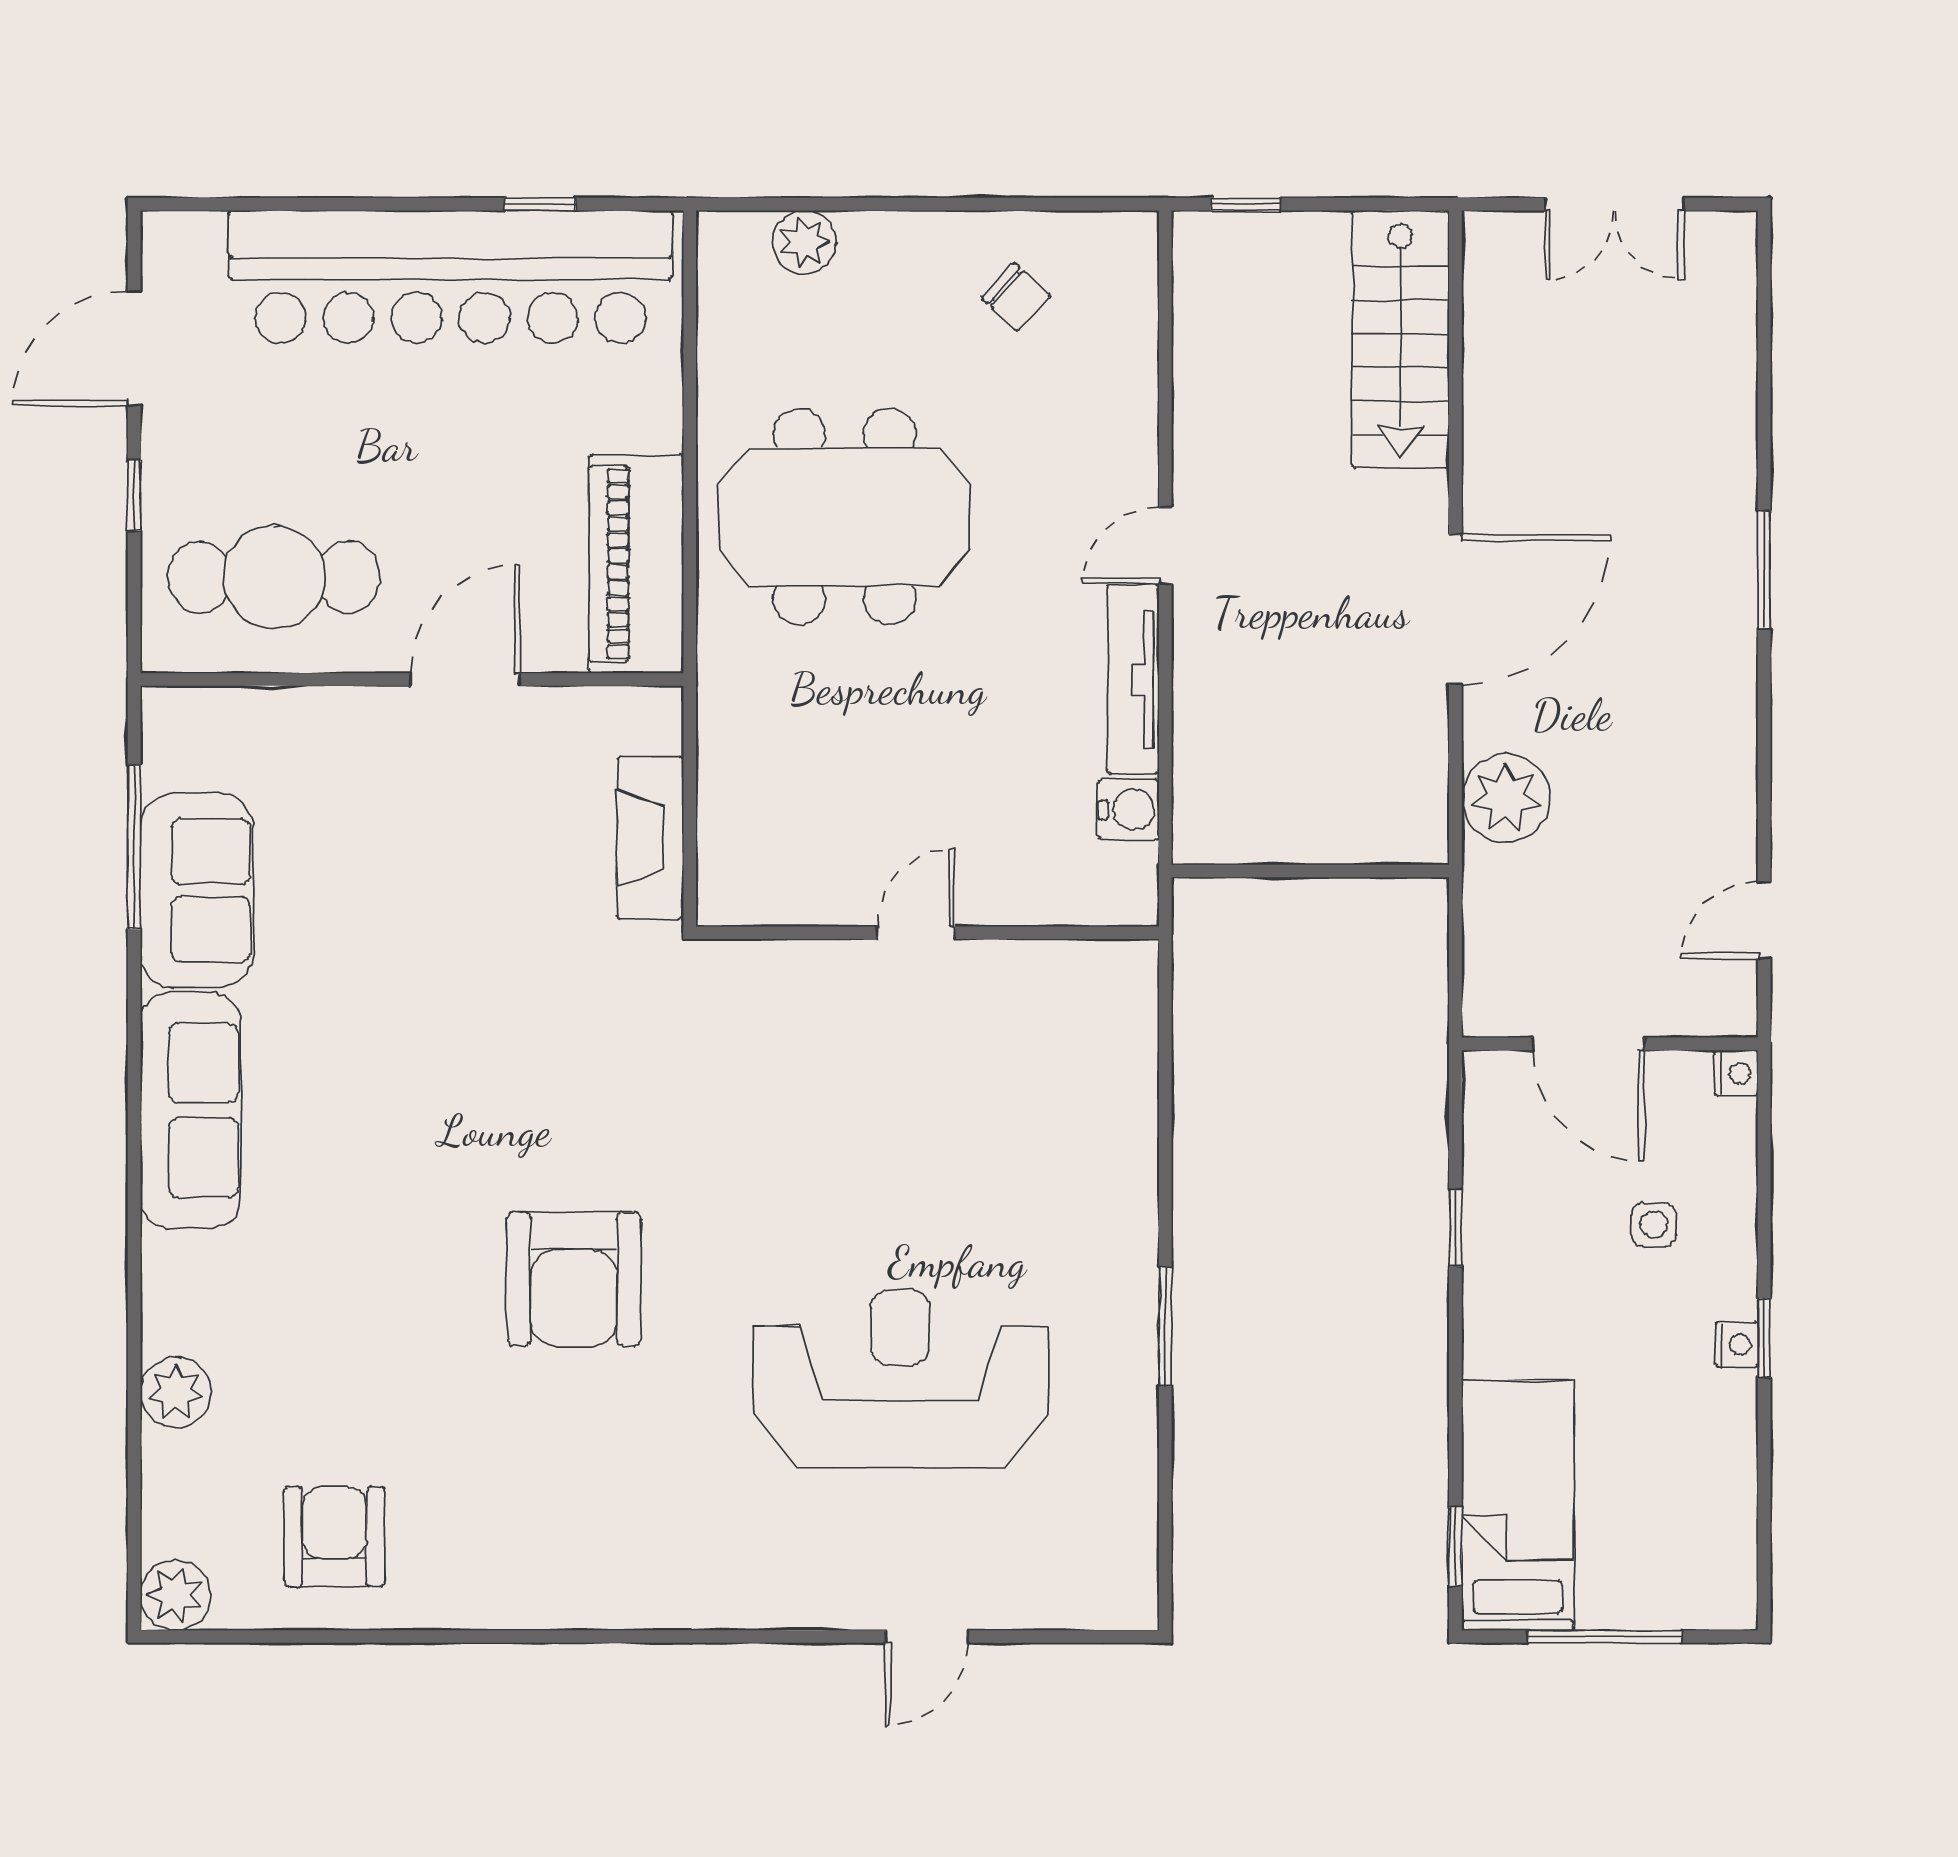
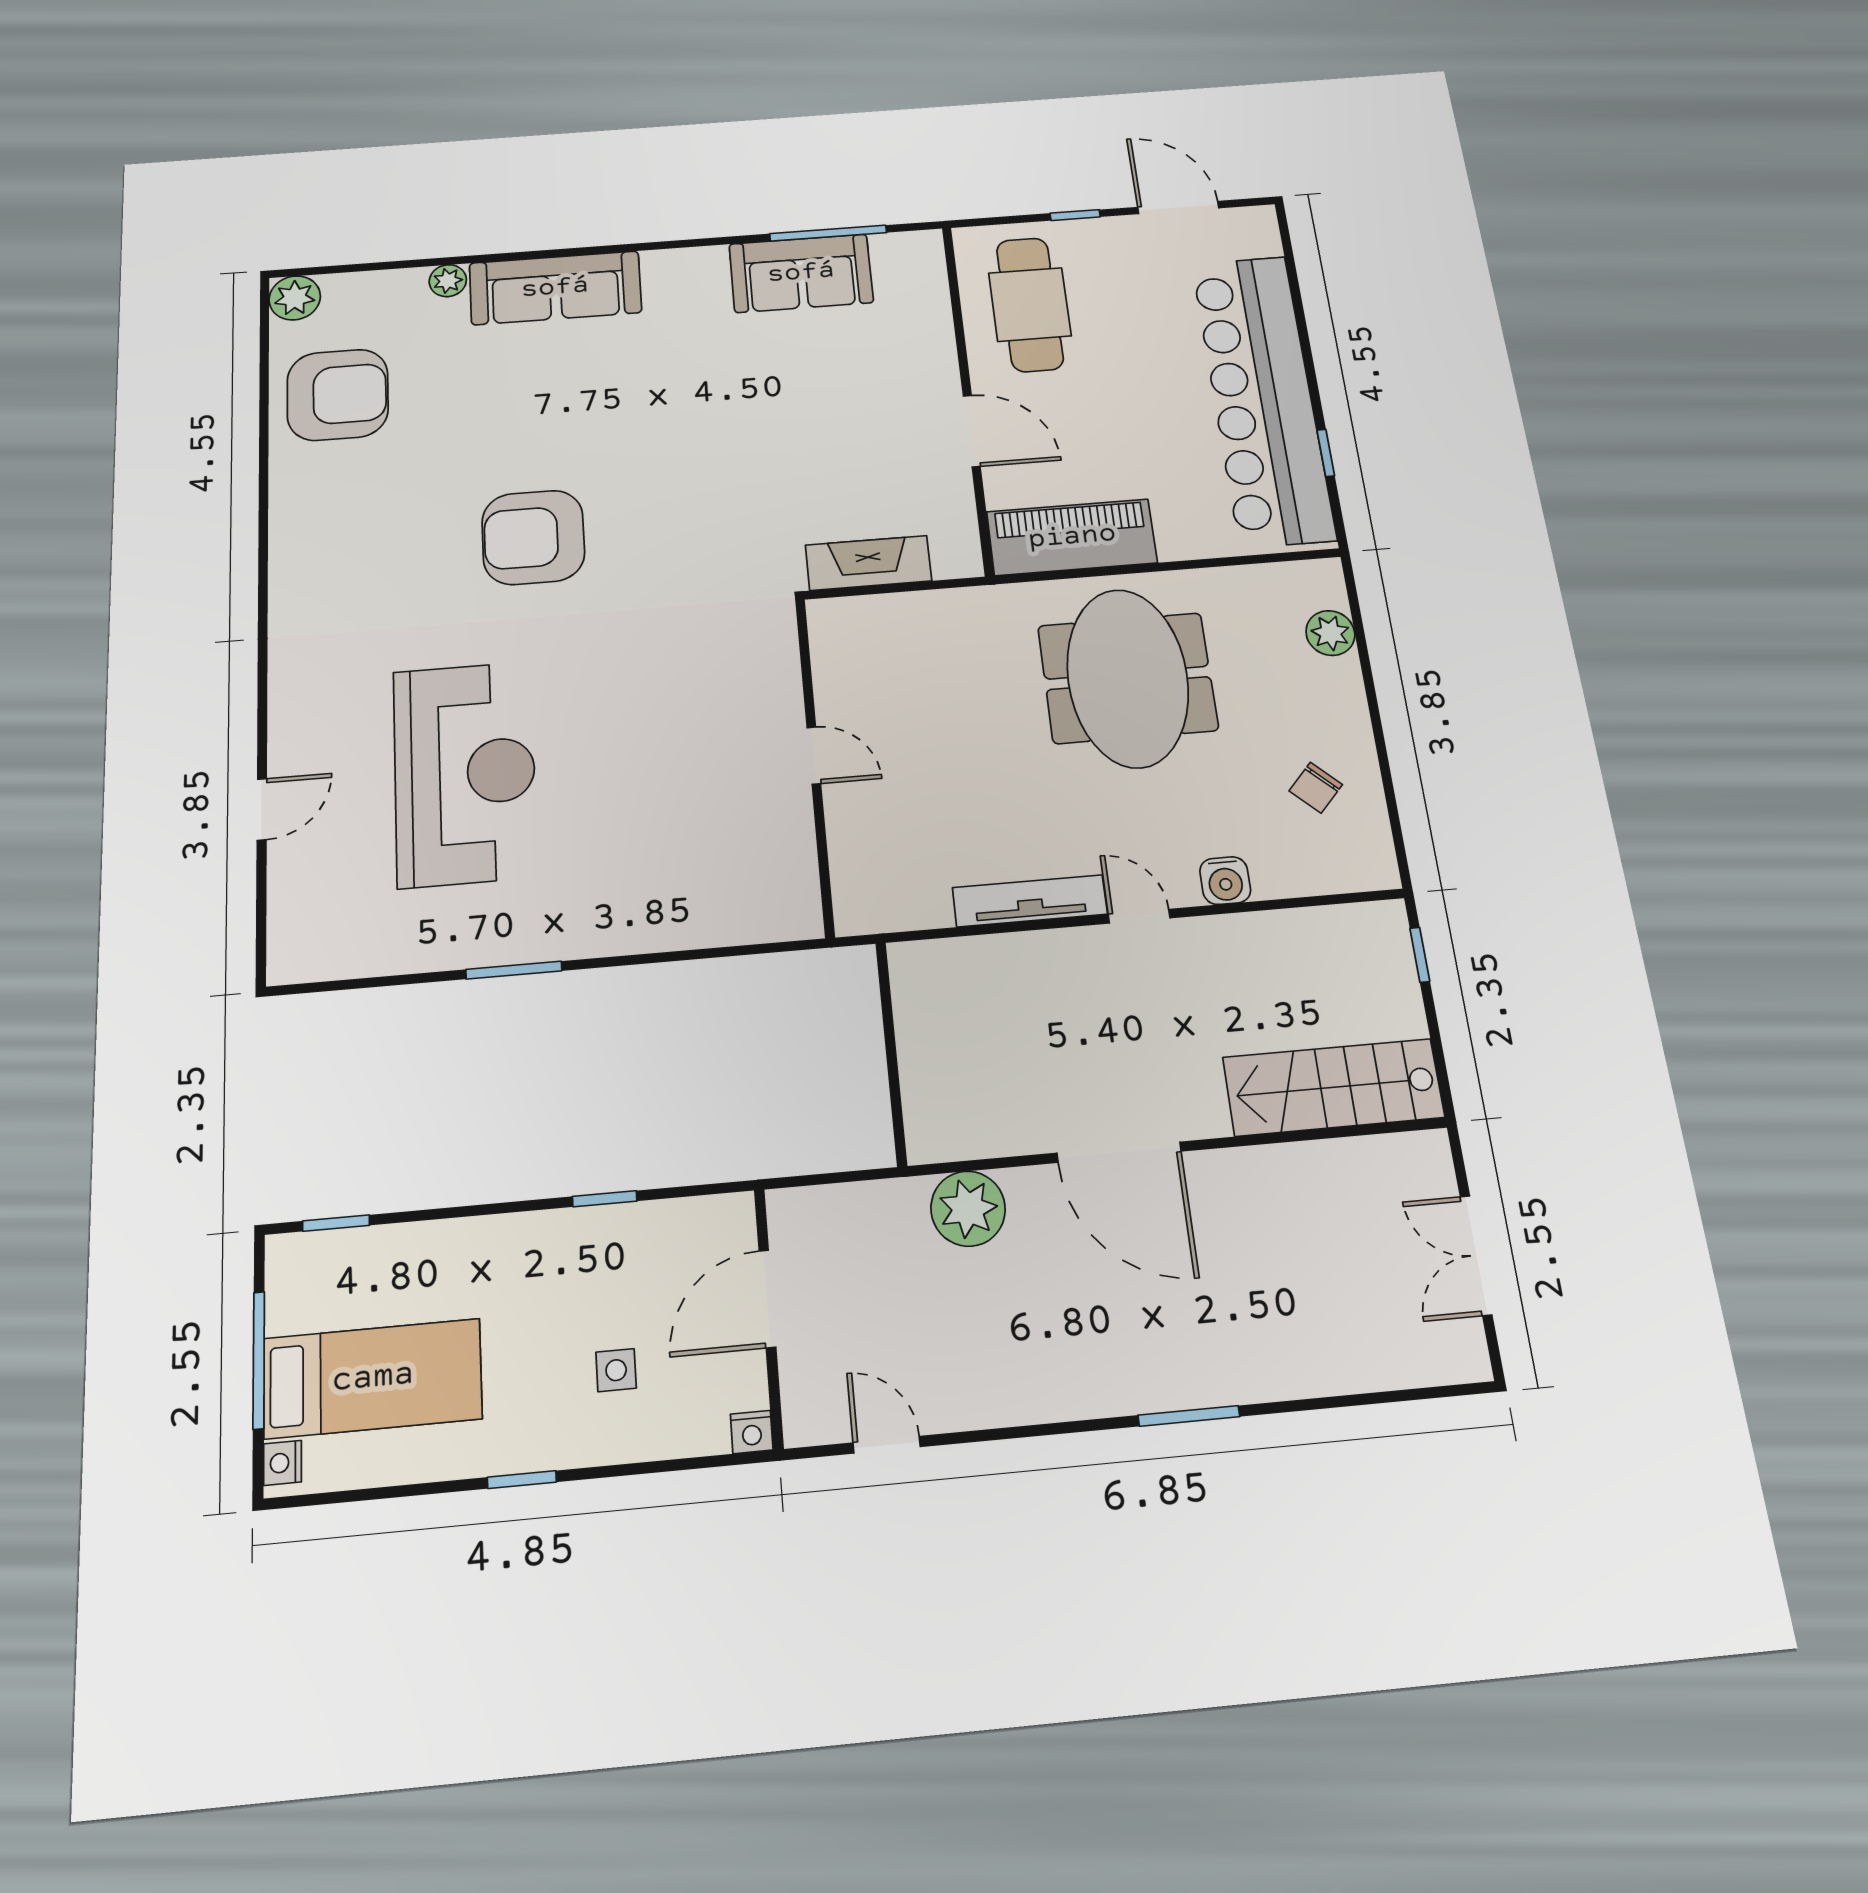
water cooler: (1129, 810) -> (1225, 881), moved
sofa: (190, 1110) -> (555, 288), moved
nightstand: (1737, 1345) -> (283, 1463), moved, turned 90
plant: (176, 1392) -> (448, 281), width x0.73, depth x0.73
bed: (1518, 1505) -> (373, 1378), moved
armchair: (335, 1537) -> (338, 395), width x1.36, depth x1.36
door: (927, 1637) -> (262, 809), swing flipped

